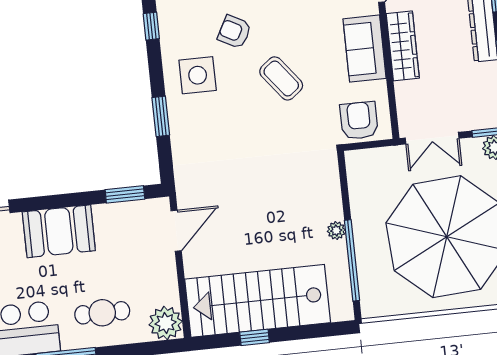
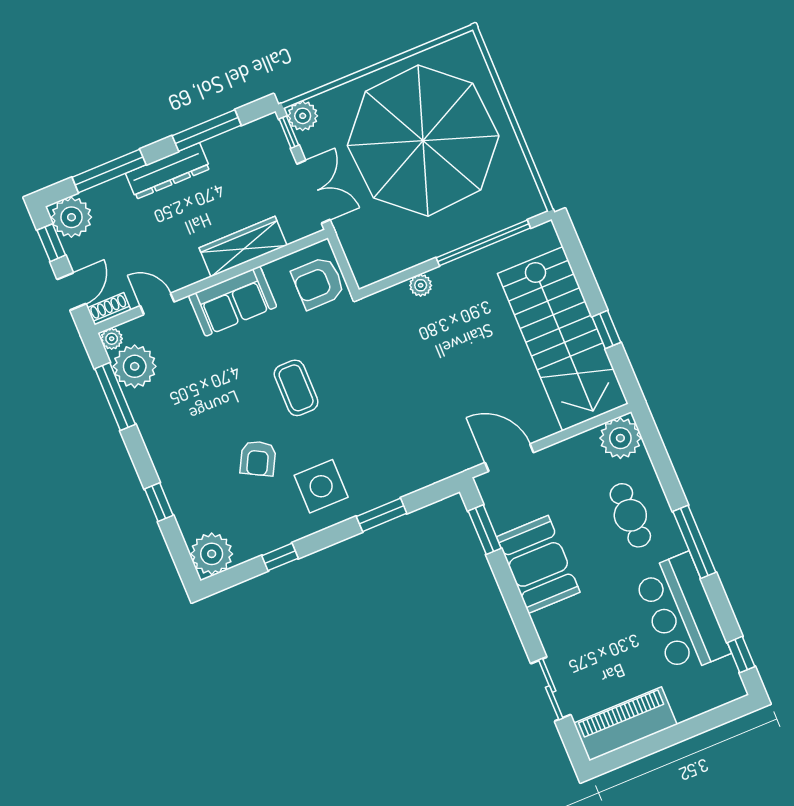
wardrobe: (403, 46) -> (243, 247), moved
coffee table: (281, 78) -> (296, 388), turned -52
booth: (59, 231) -> (538, 564), moved
plant: (336, 231) -> (421, 285), moved

